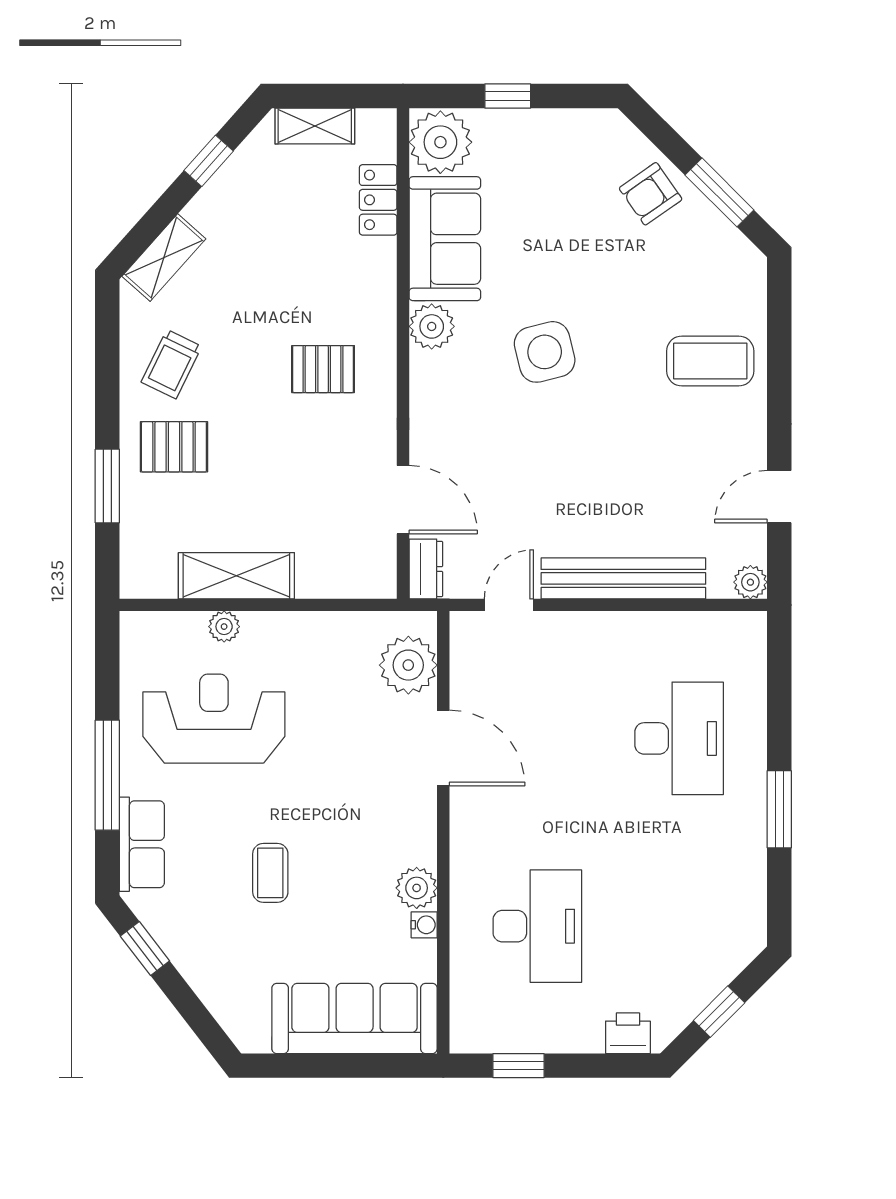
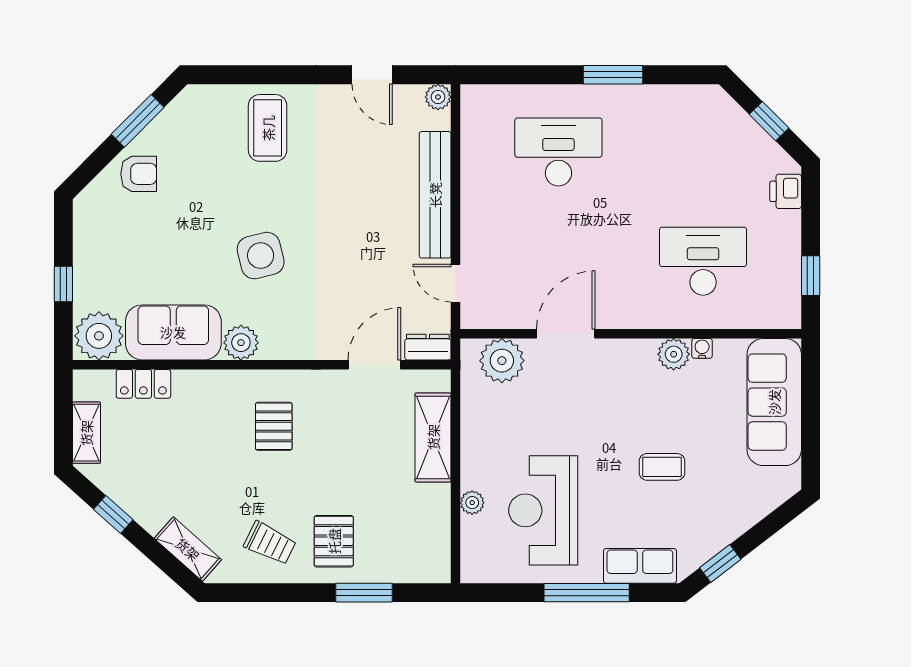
armchair: (651, 194) -> (139, 174), turned -55
shelving: (236, 576) -> (433, 437), moved

